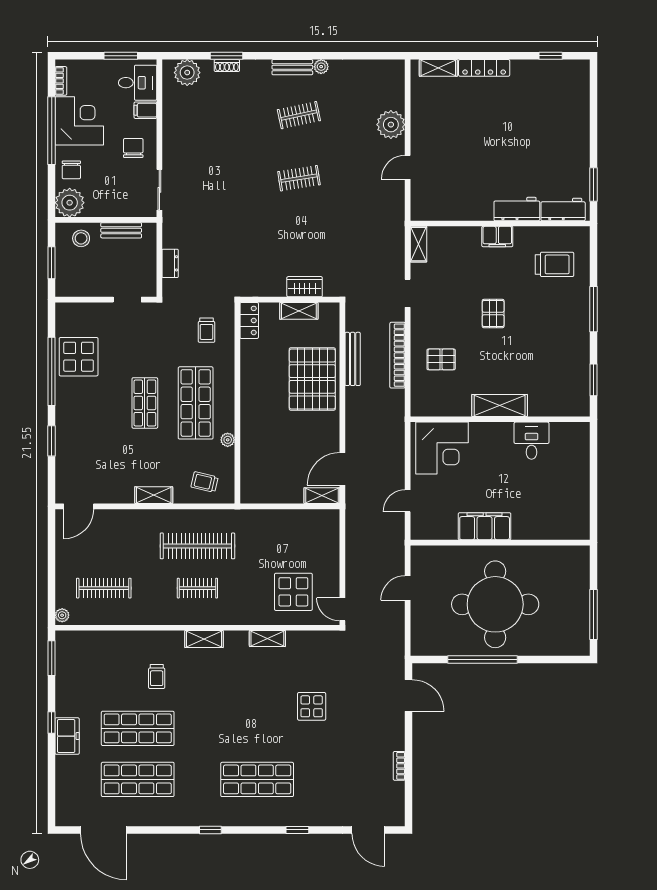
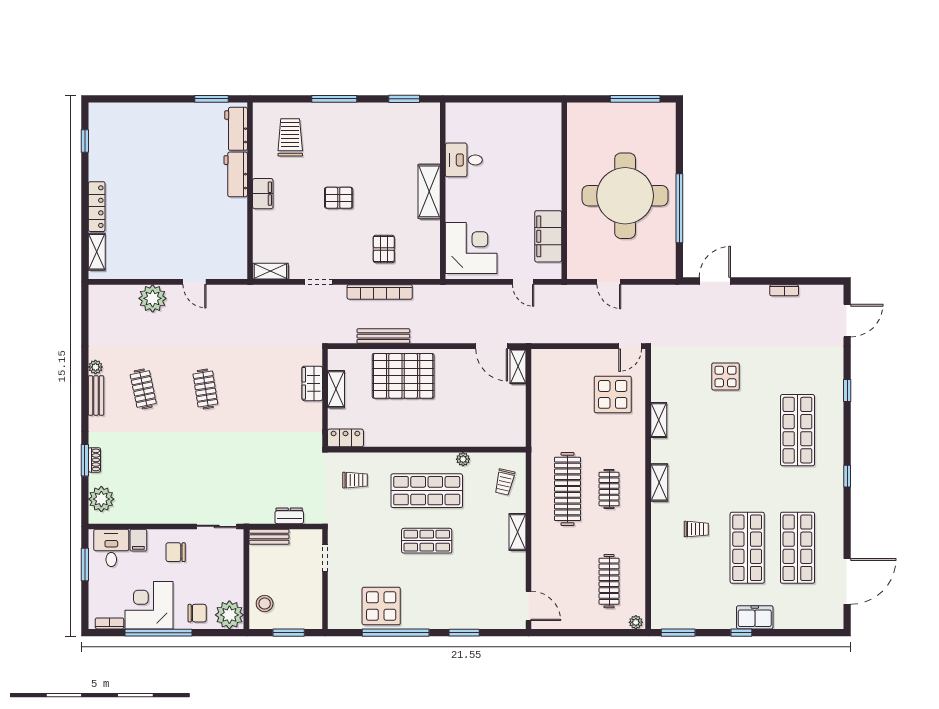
bench: (121, 230) -> (269, 537), moved, turned 90
filing cabinet: (485, 526) -> (548, 236), moved

